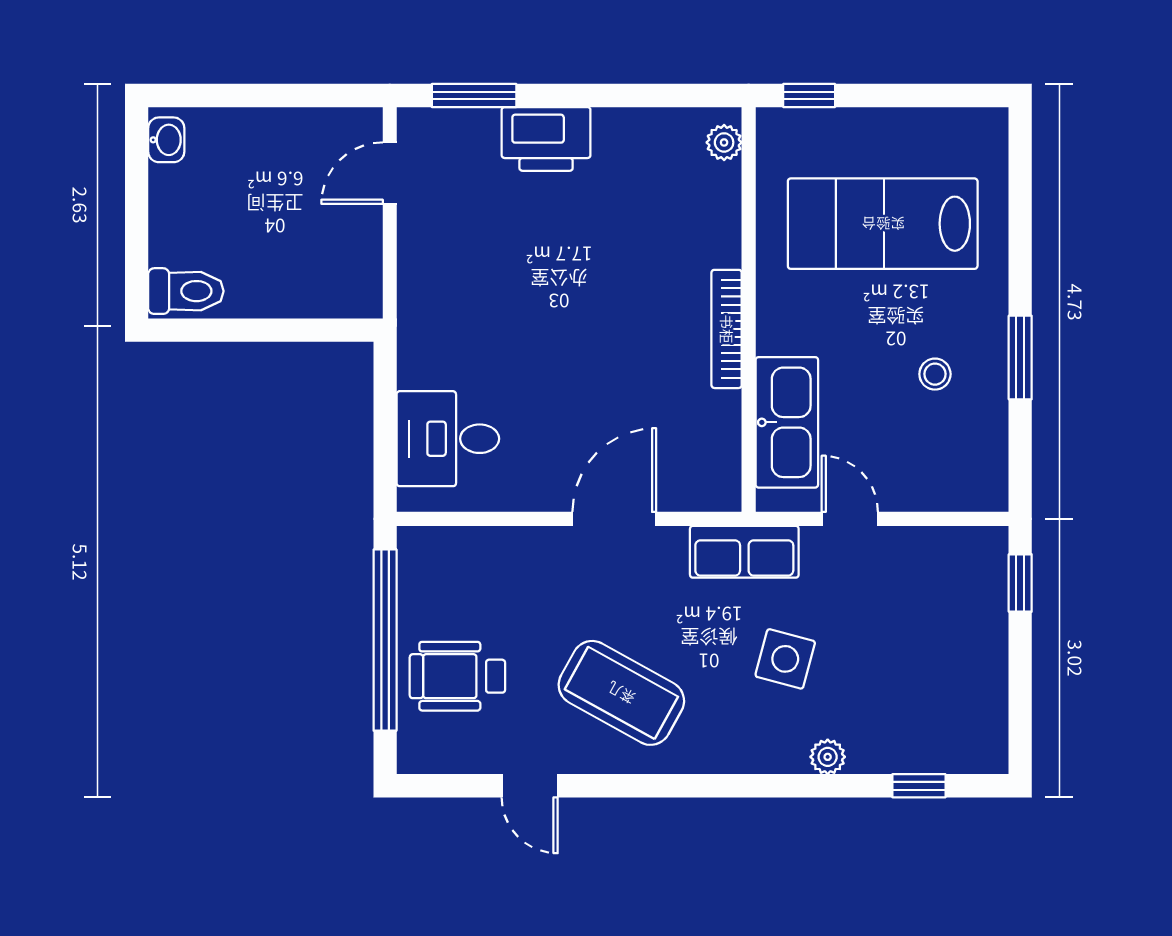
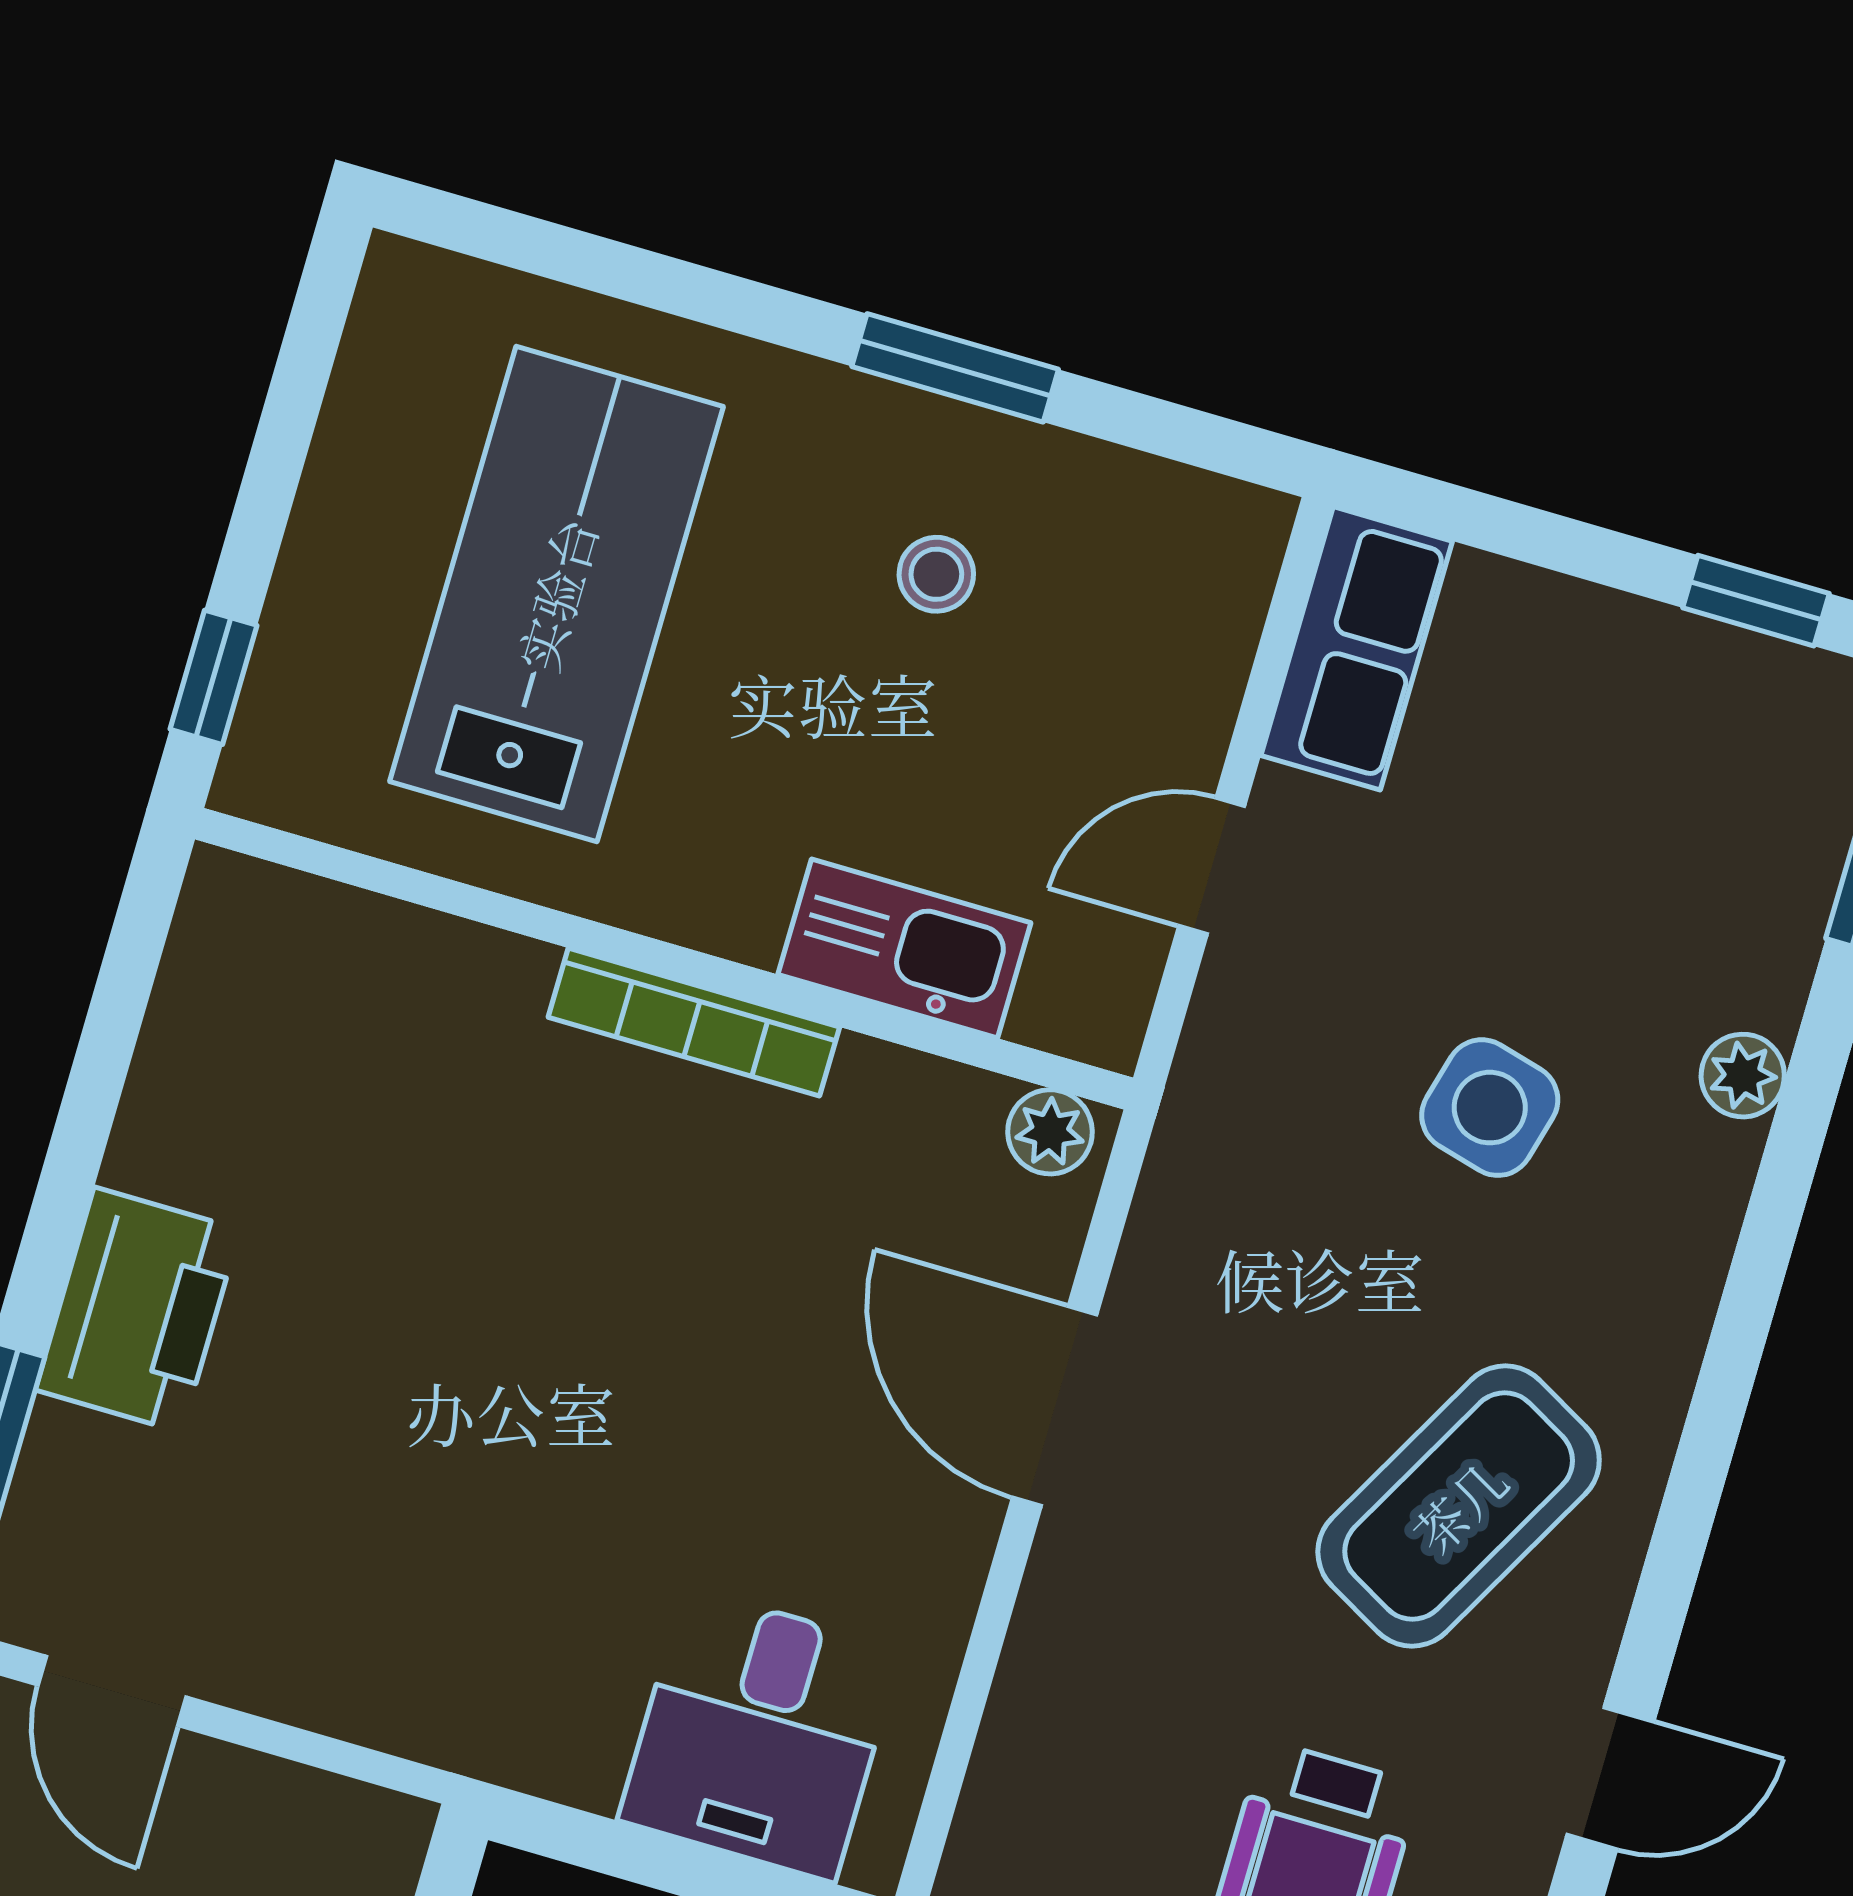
plant: (724, 142) -> (1050, 1132), moved
lab bench: (883, 224) -> (556, 594), turned 180
kitchen sink: (787, 422) -> (904, 949), width x0.73, depth x0.81
row of seats: (744, 552) -> (1357, 648), moved
window: (1020, 583) -> (1756, 601), moved

